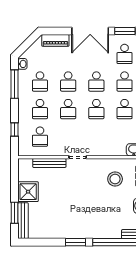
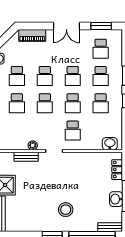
double door: (90, 31) -> (66, 26), width x0.73
school desk: (40, 137) -> (73, 131), moved
plant: (56, 151) -> (33, 145), added
bench: (49, 163) -> (26, 157), width x0.73
stool: (115, 179) -> (66, 210), moved

